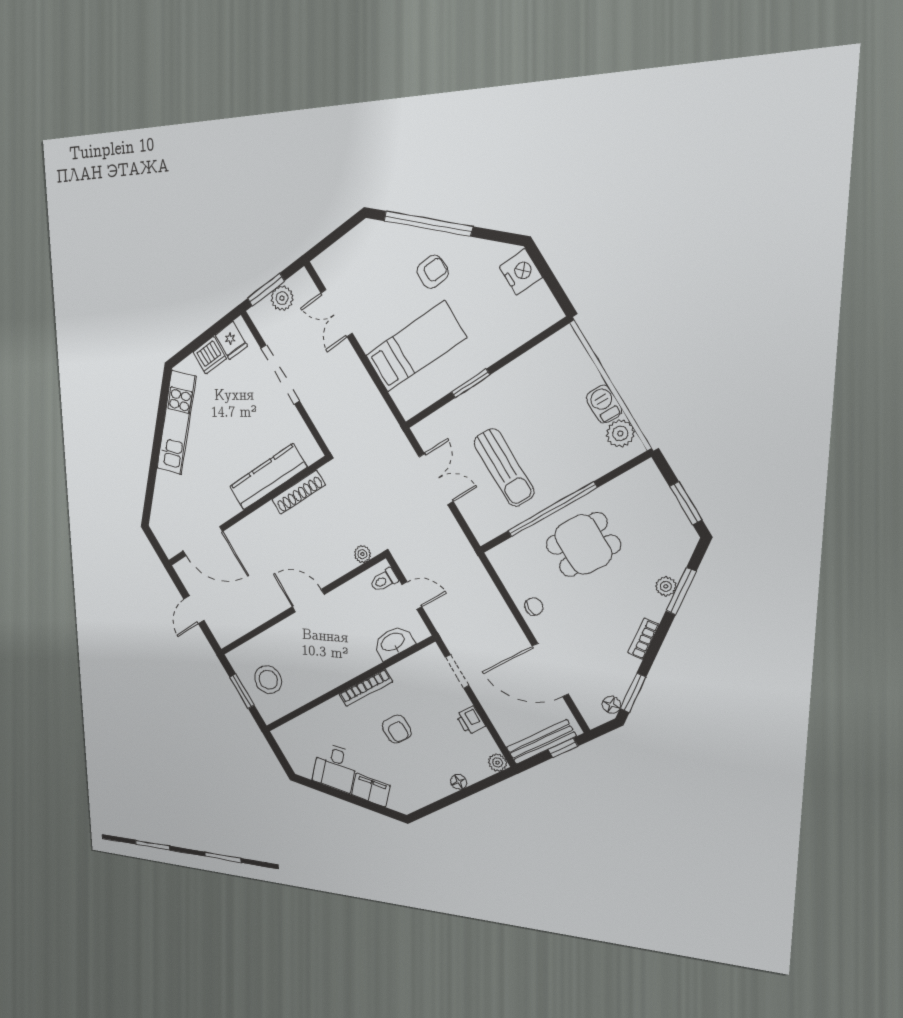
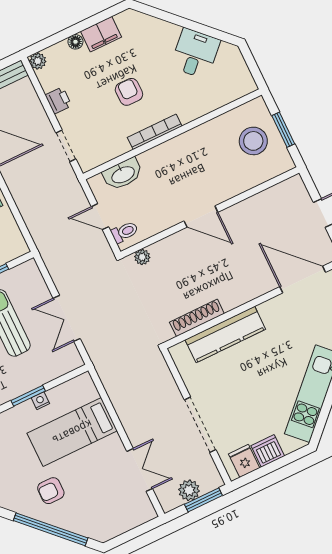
nightstand: (456, 379) -> (40, 401), added
filing cabinet: (371, 790) -> (101, 34), moved, turned -45

